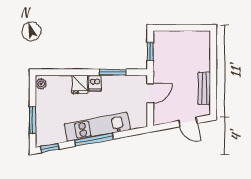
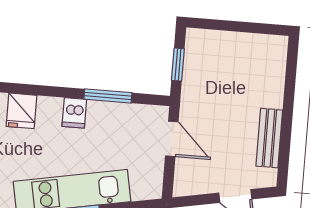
fridge: (80, 85) -> (21, 111), moved
door: (150, 93) -> (172, 139), hinge flipped

